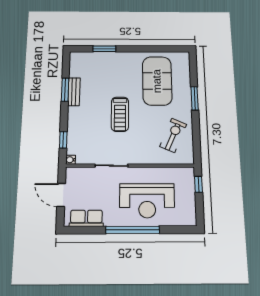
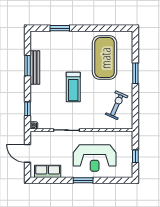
bench: (74, 92) -> (35, 67), width x1.36
window: (198, 184) -> (135, 156), moved
window: (133, 230) -> (83, 180), width x0.47

